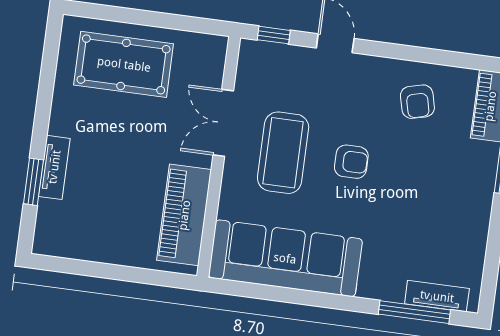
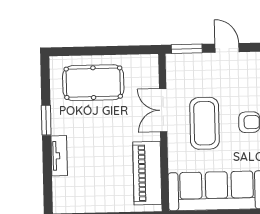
window: (274, 35) -> (187, 49), width x1.50
window: (33, 182) -> (46, 120), moved

